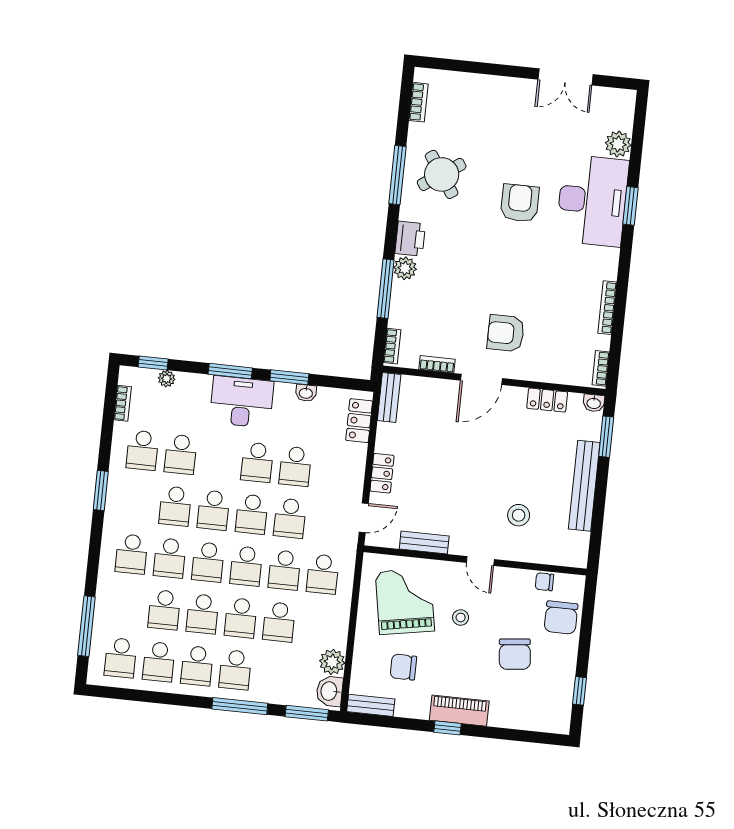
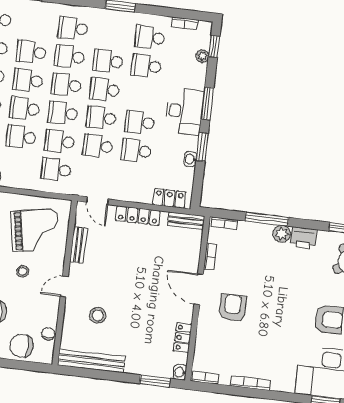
locker: (382, 473) -> (138, 216), width x1.53
bench: (584, 486) -> (91, 361), moved

